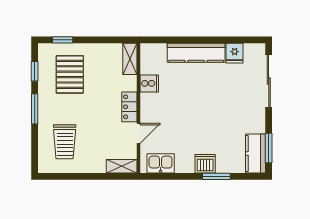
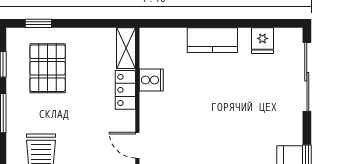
kitchen counter: (196, 53) -> (212, 40), width x0.67
locker: (129, 107) -> (125, 90), moved
door: (139, 133) -> (137, 145), swing flipped

